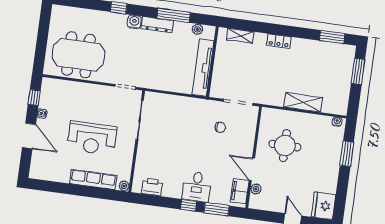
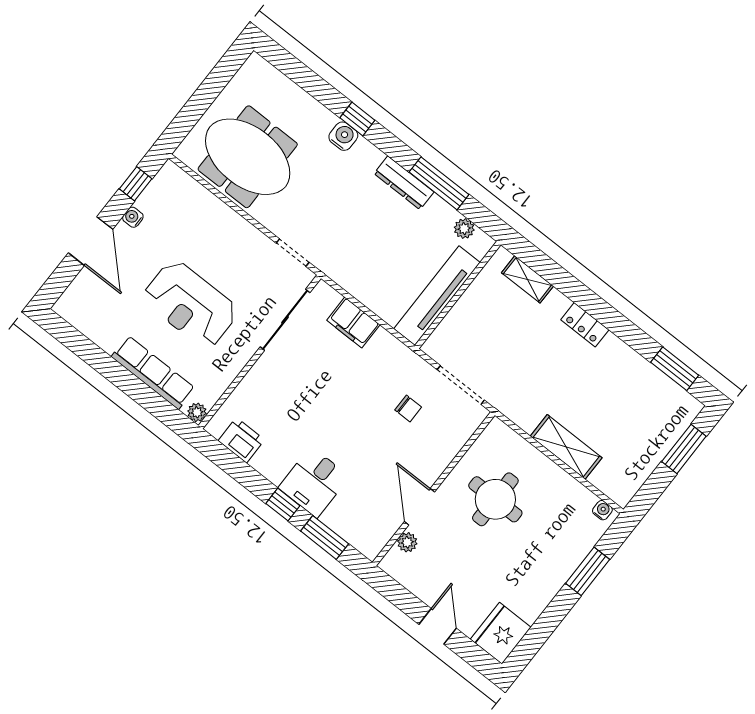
water cooler: (134, 22) -> (343, 136), moved
filing cabinet: (240, 191) -> (353, 323), moved, turned -90

